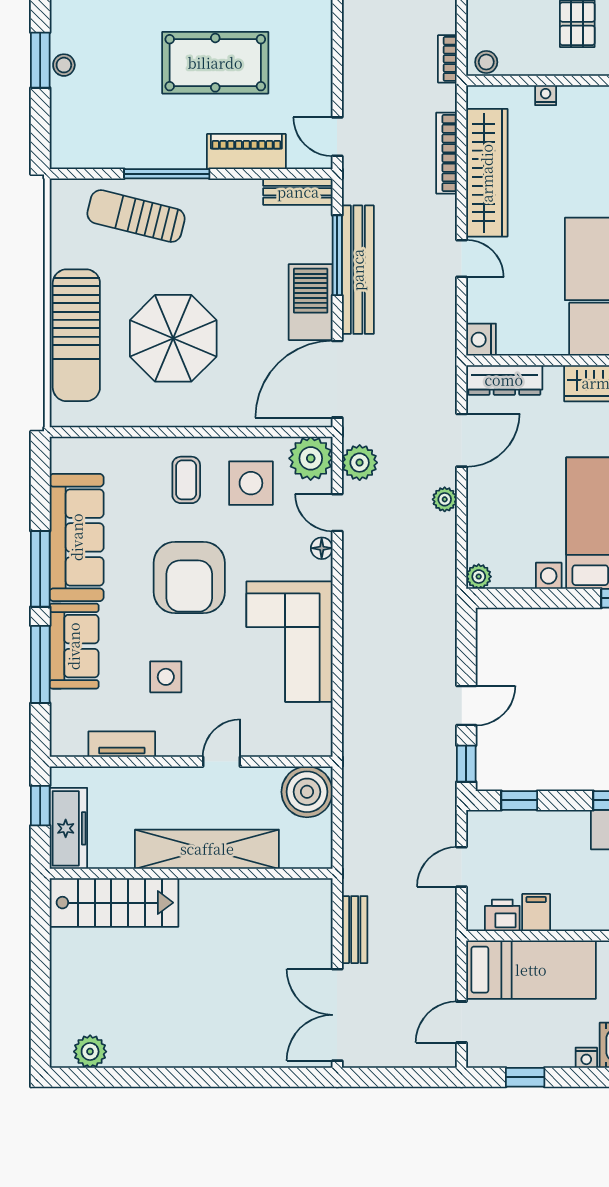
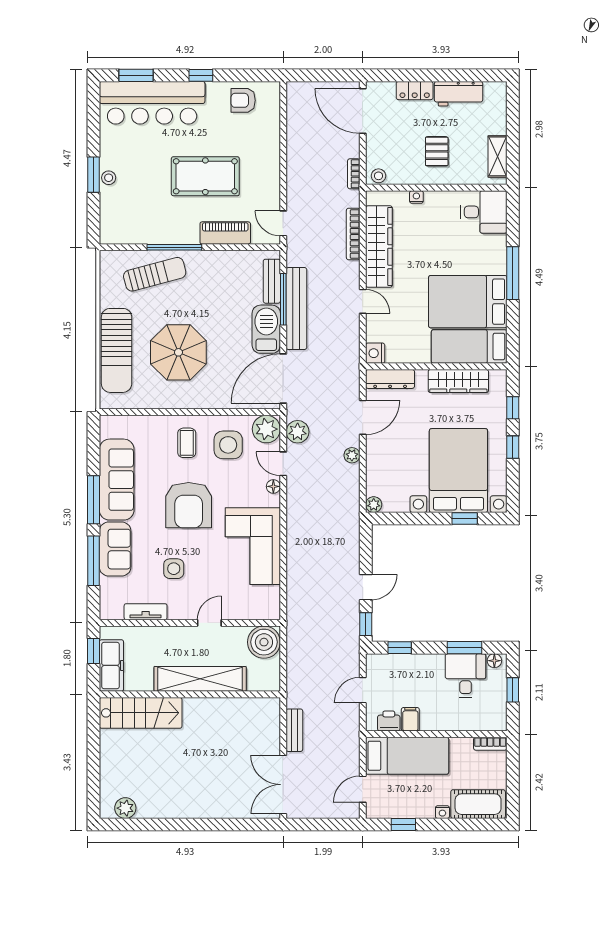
bench: (298, 192) -> (272, 281), moved, turned 90
sun lounger: (136, 216) -> (155, 274), turned 151

